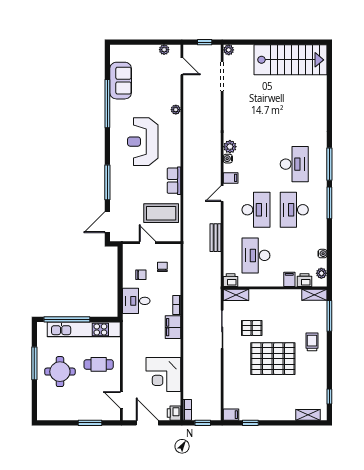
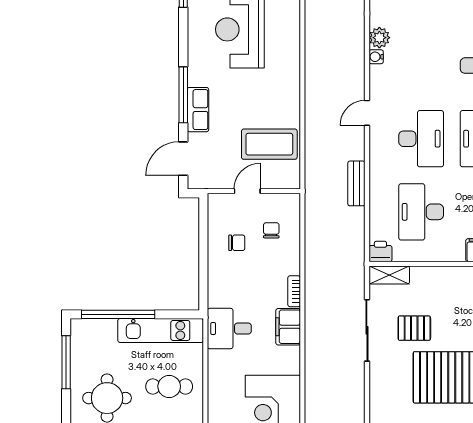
filing cabinet: (231, 178) -> (381, 88), removed
row of seats: (174, 181) -> (198, 110), moved, turned 180
door: (147, 243) -> (247, 191), hinge flipped
desk: (136, 301) -> (229, 329), moved
kitchen unit: (84, 329) -> (161, 330), width x0.73
window: (34, 363) -> (66, 362), moved

